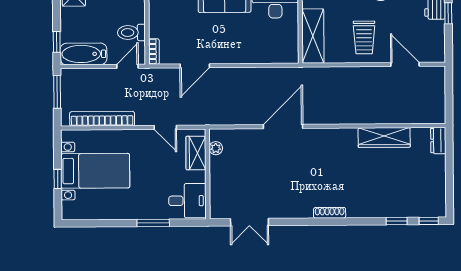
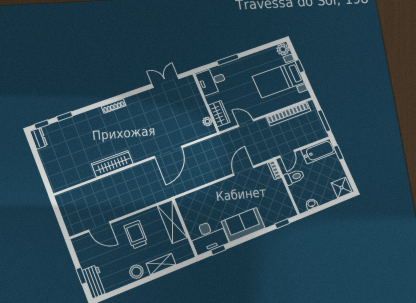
wardrobe: (384, 138) -> (112, 164), moved
dresser: (438, 141) -> (39, 138), moved
plant: (71, 211) -> (283, 49), added

